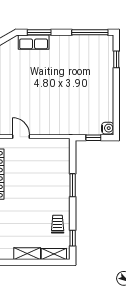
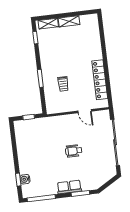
row of seats: (34, 42) -> (69, 187), moved
wheelchair: (41, 88) -> (74, 151), added
water cooler: (108, 128) -> (25, 179), moved
trolley: (58, 224) -> (63, 84), moved

